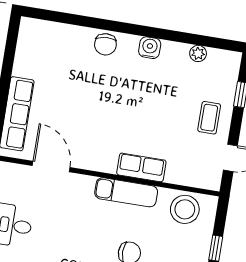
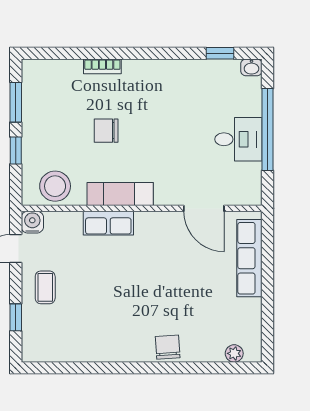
water cooler: (150, 48) -> (32, 222), moved, turned 180
plant: (198, 53) -> (234, 353), moved

